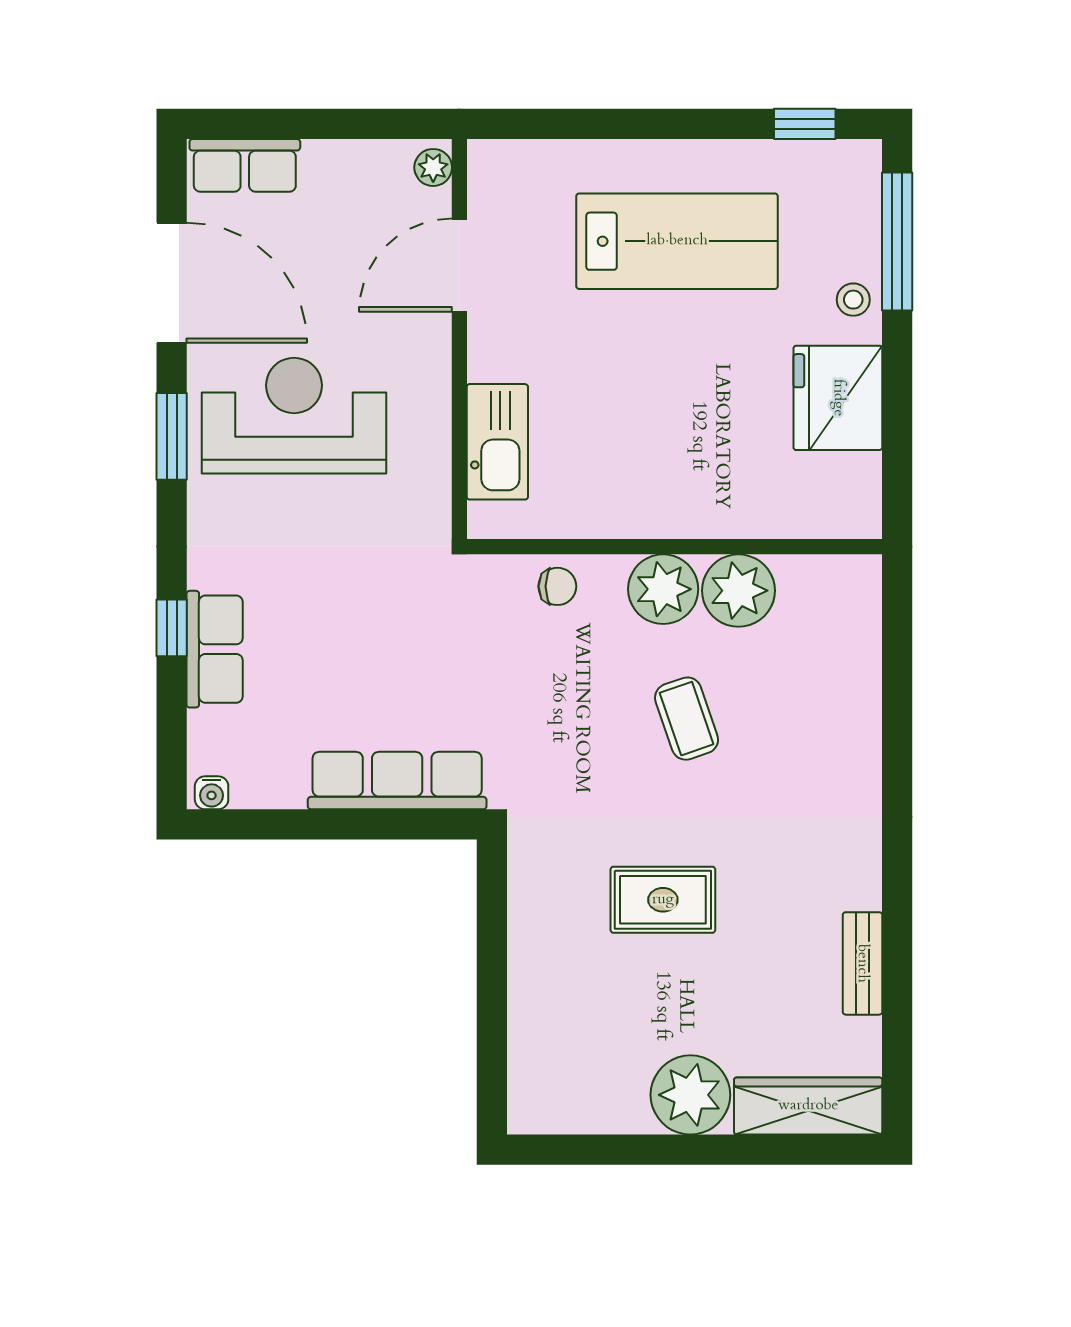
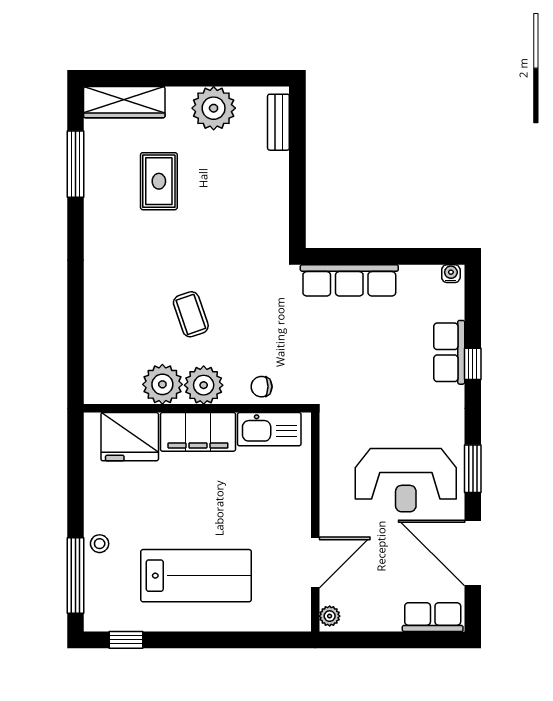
lab bench: (677, 241) -> (196, 576), turned 180
fridge: (838, 398) -> (130, 437), moved, turned 90
kitchen sink: (497, 442) -> (269, 429), moved, turned -90
filing cabinet: (674, 504) -> (198, 432), added
rug: (663, 900) -> (159, 181), moved, turned 90
bench: (862, 963) -> (278, 122), moved
window: (897, 993) -> (76, 164), added
plant: (690, 1095) -> (214, 108), moved

